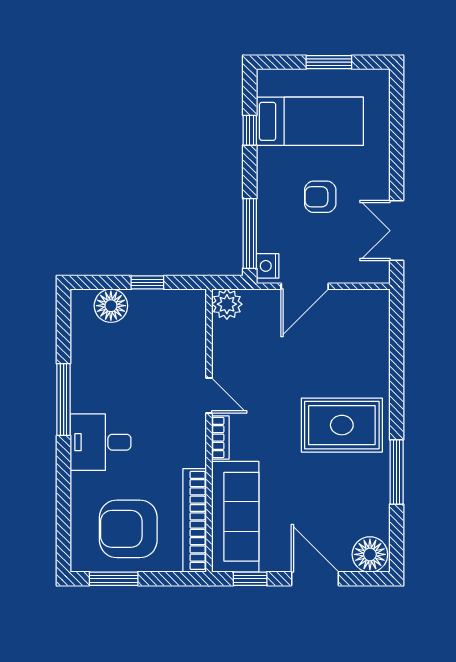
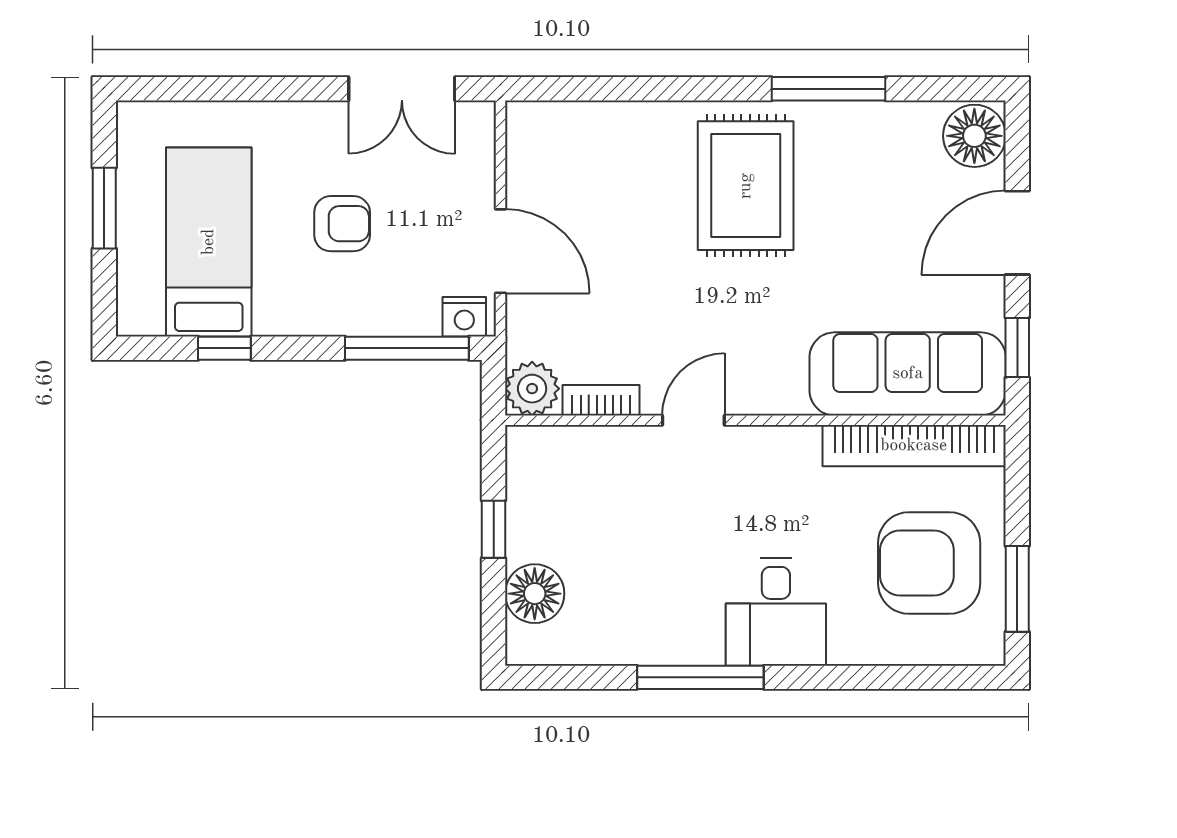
armchair: (320, 197) -> (342, 224), turned -90
bookcase: (220, 438) -> (601, 400), moved
armchair: (128, 529) -> (929, 563), turned 90

